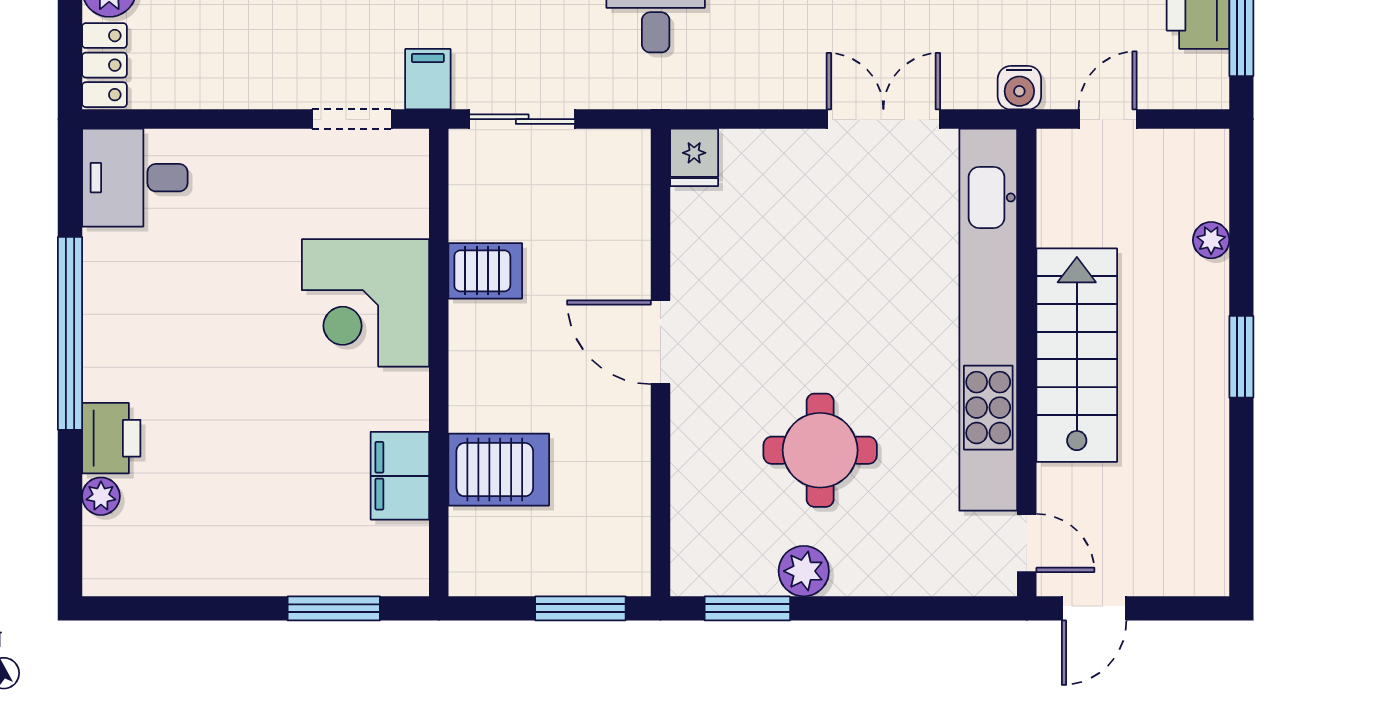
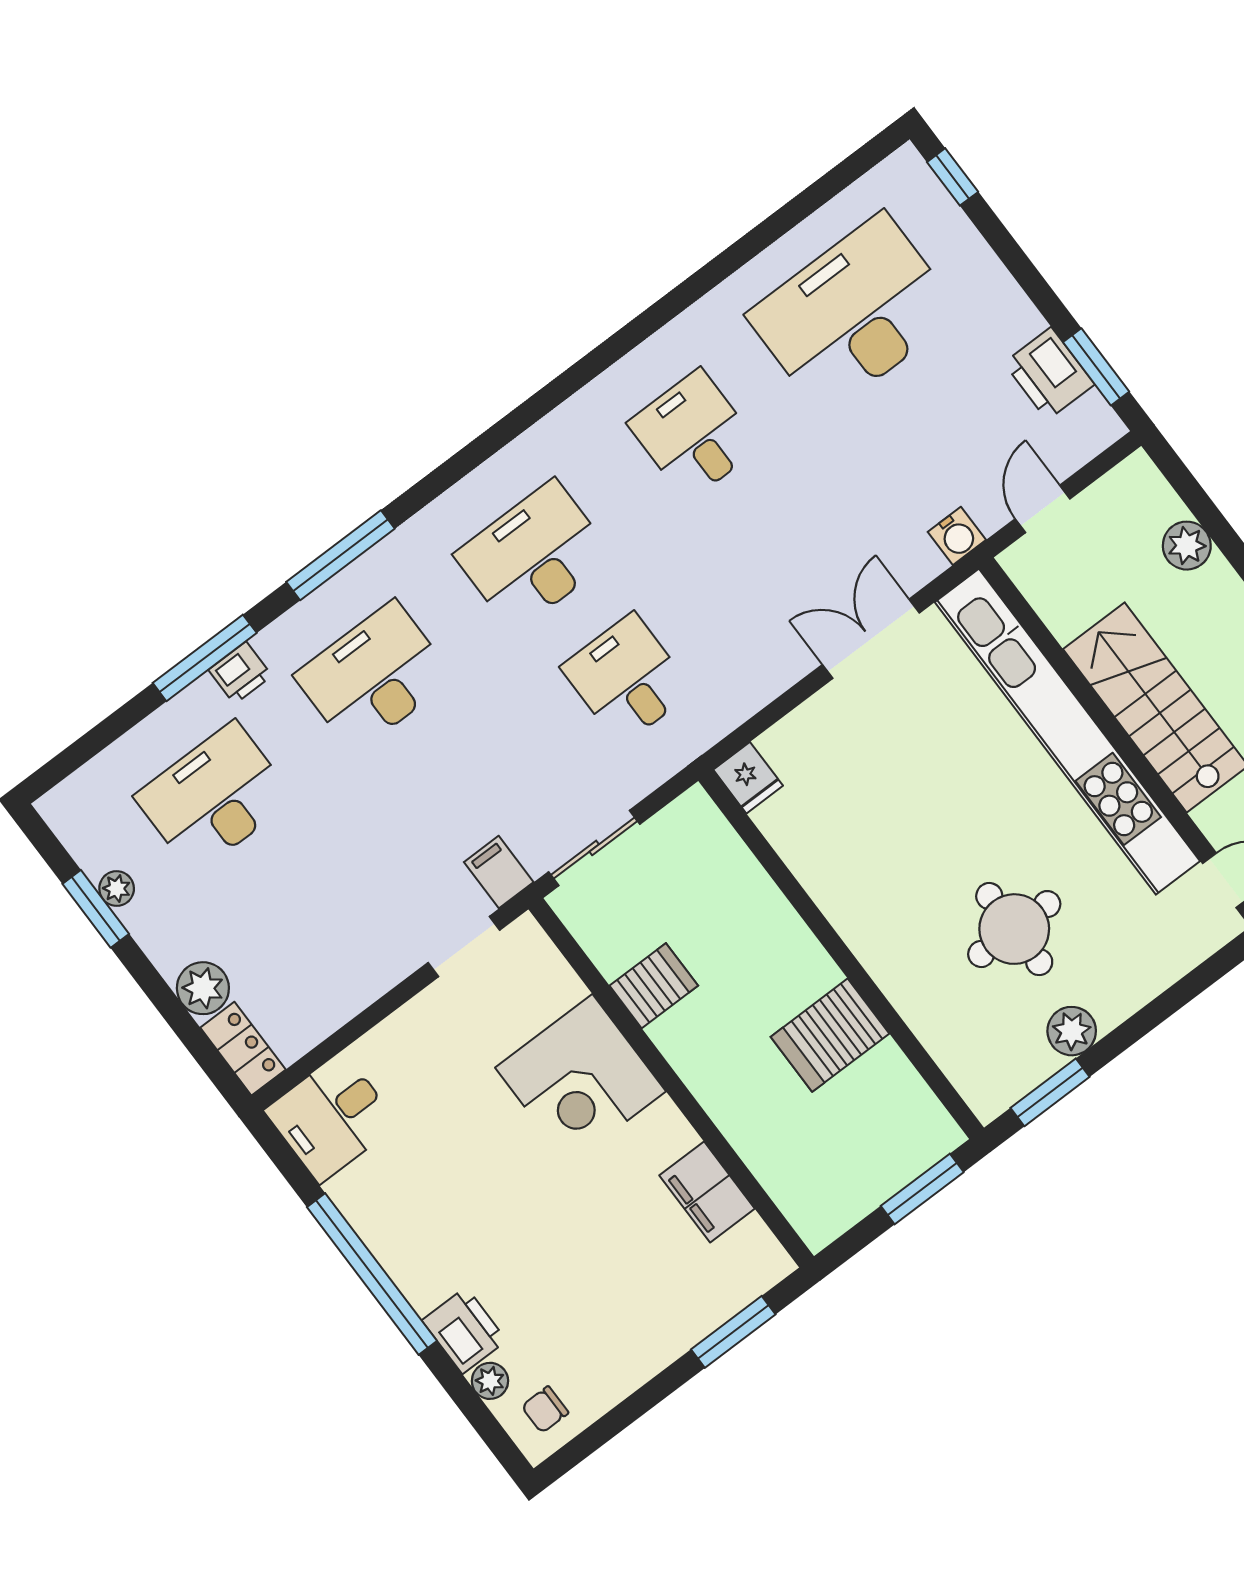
plant: (1211, 240) -> (1187, 546), width x1.38, depth x1.38
door: (660, 342) -> (829, 939), removed
server rack: (499, 470) -> (830, 1035), moved, turned 180
chair: (129, 555) -> (545, 1410), added

